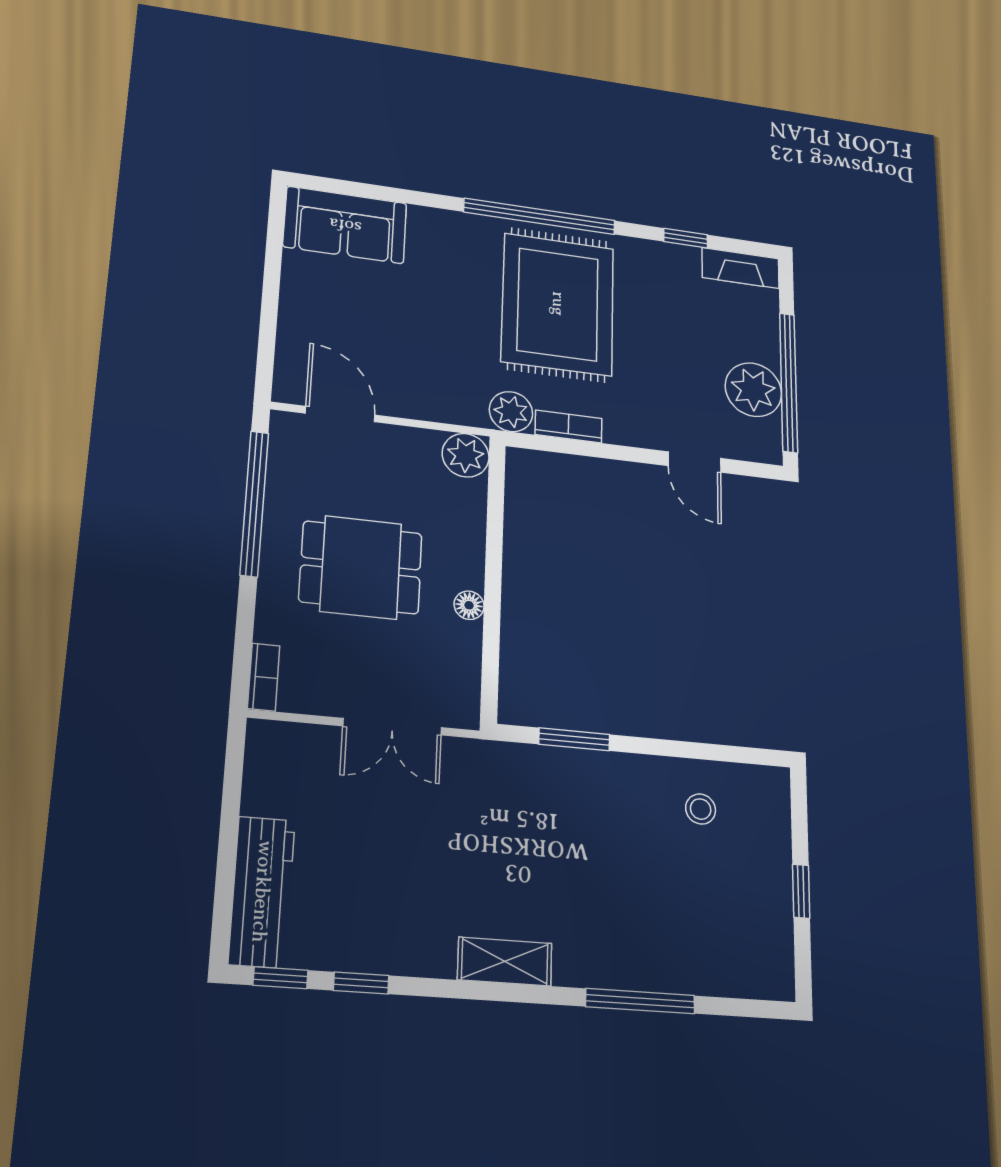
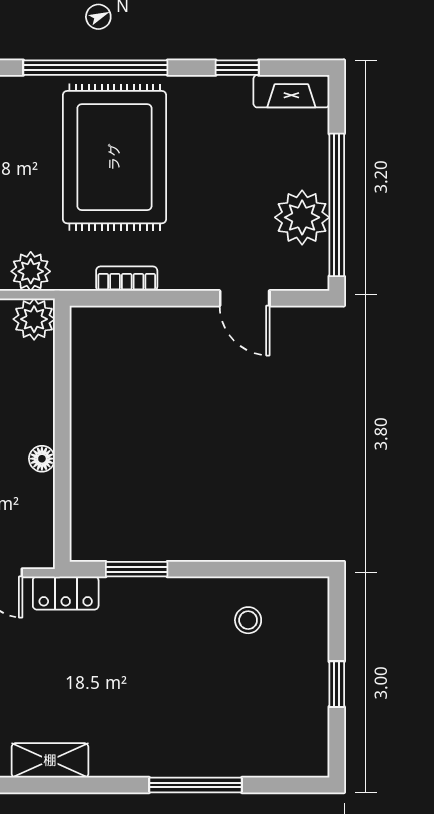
plant: (511, 412) -> (31, 271), moved
locker: (491, 759) -> (66, 593), added
shelving: (505, 962) -> (50, 760), moved

